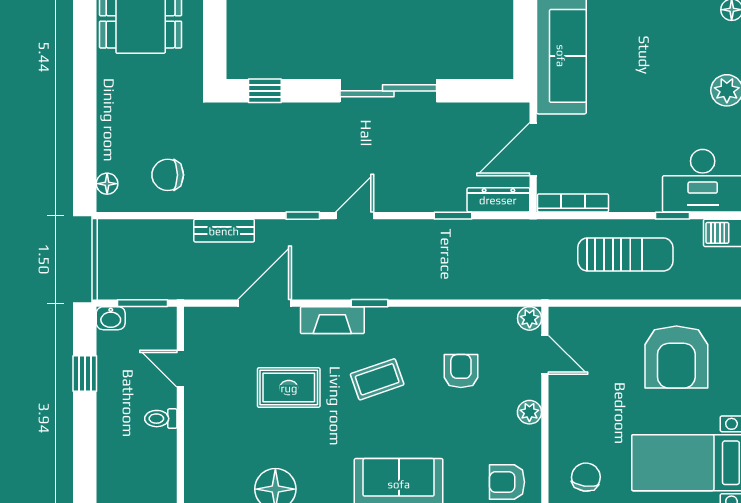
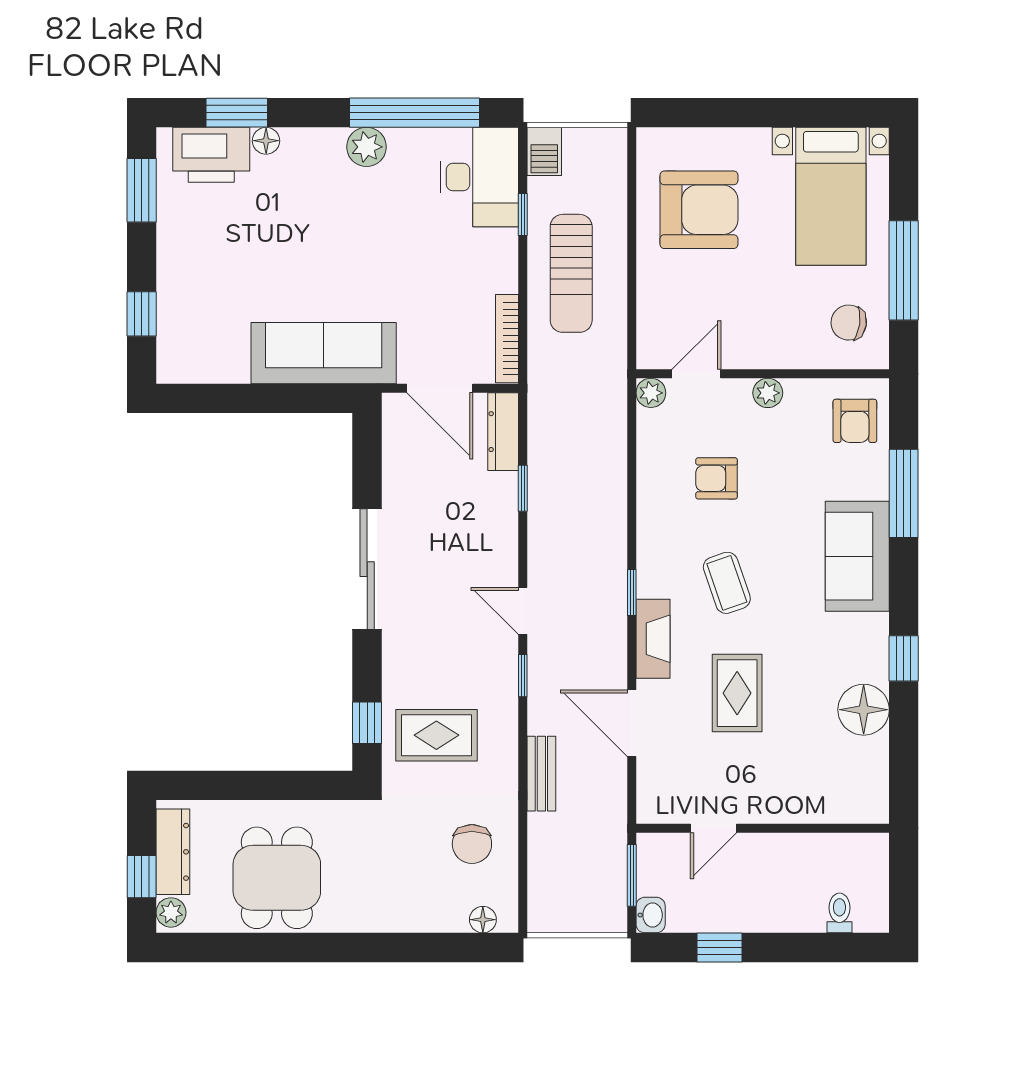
rug: (255, 146) -> (436, 735), added
sun lounger: (625, 254) -> (571, 273), turned 180
toilet: (161, 419) -> (839, 913), moved, turned 180

